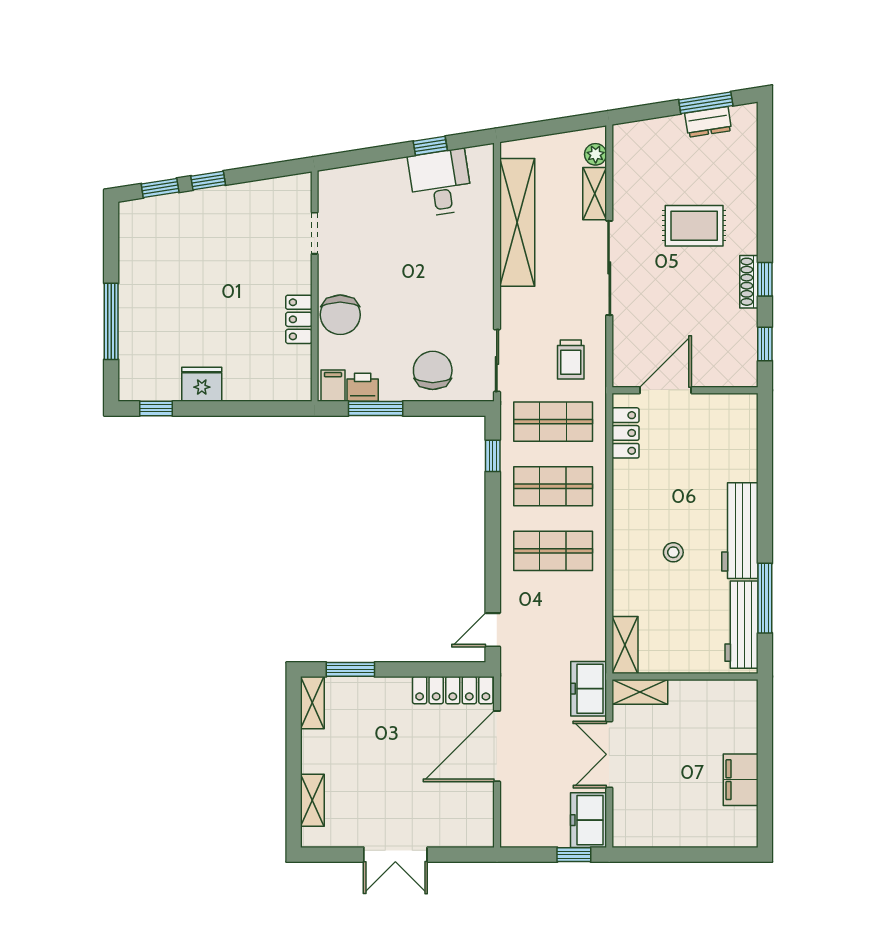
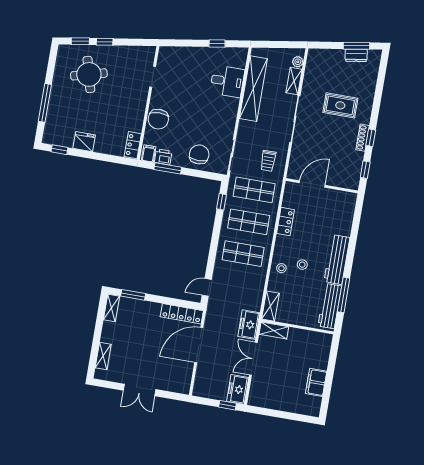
desk: (440, 183) -> (227, 81), moved, turned 99
round table: (188, 250) -> (89, 74), added
locker: (299, 319) -> (133, 145), moved
locker: (625, 433) -> (285, 222), moved
stool: (634, 566) -> (281, 268), added

